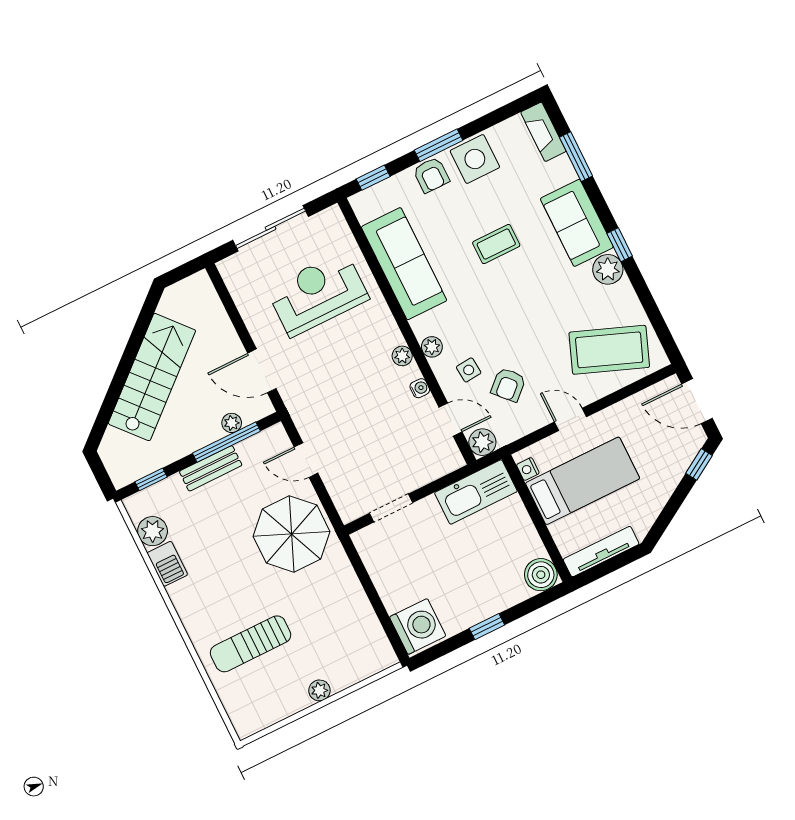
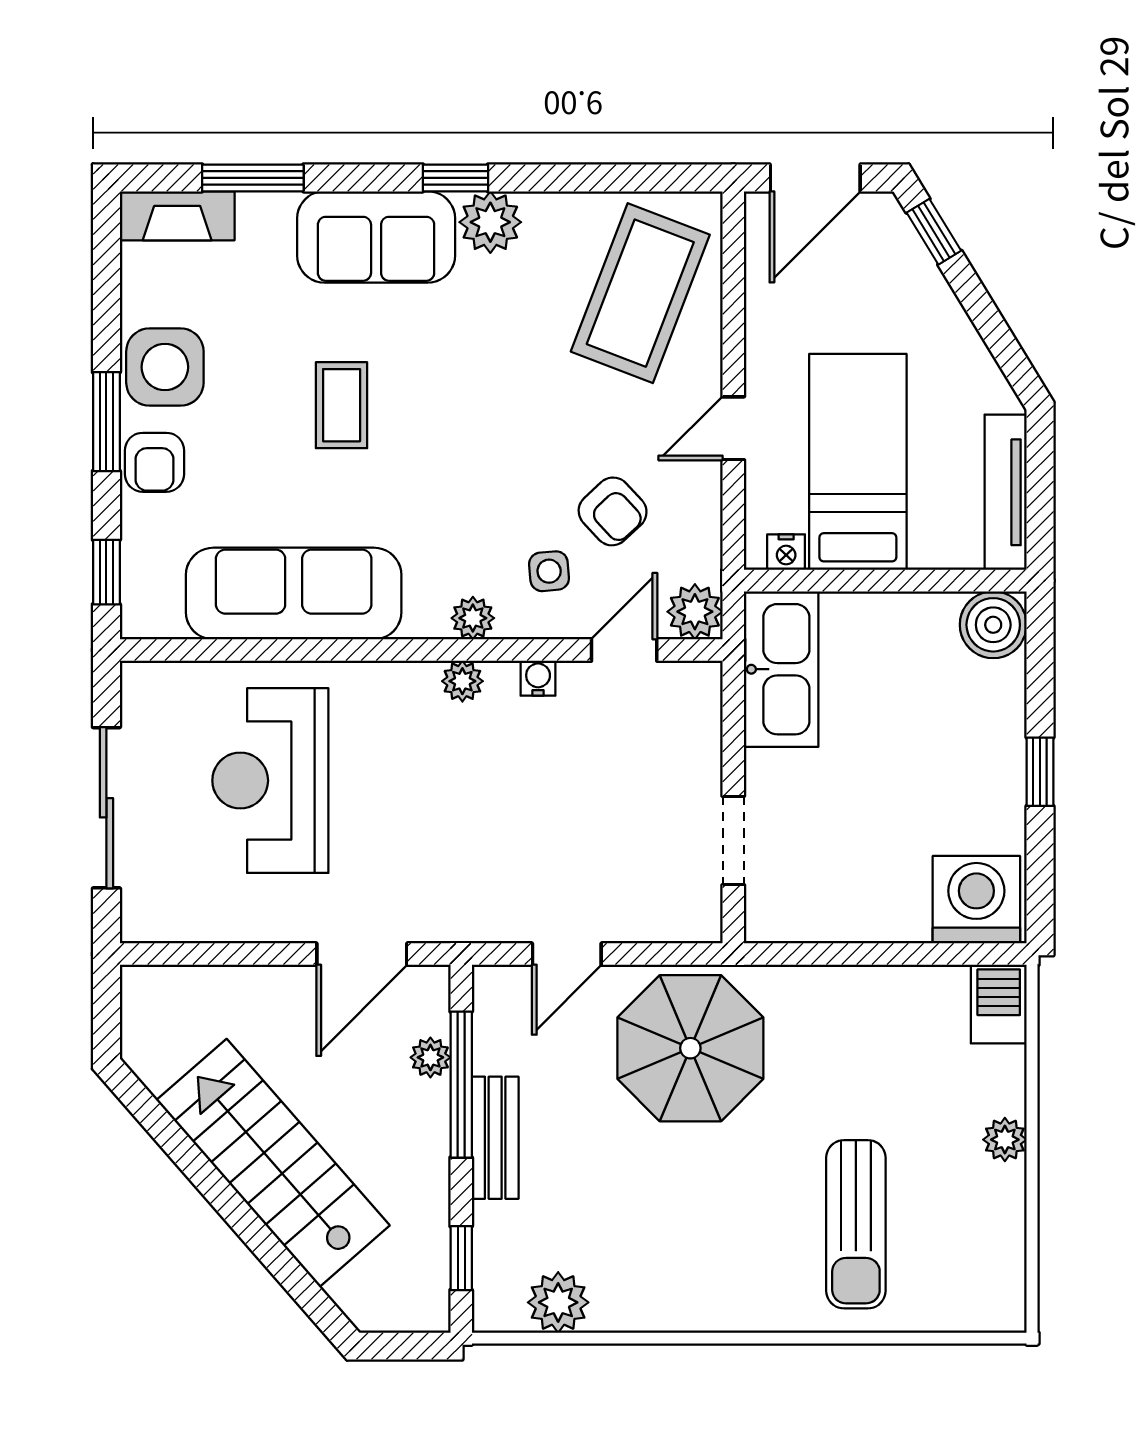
armchair: (431, 175) -> (155, 462), turned 90
barbecue: (167, 564) -> (999, 1004), moved, turned -90

